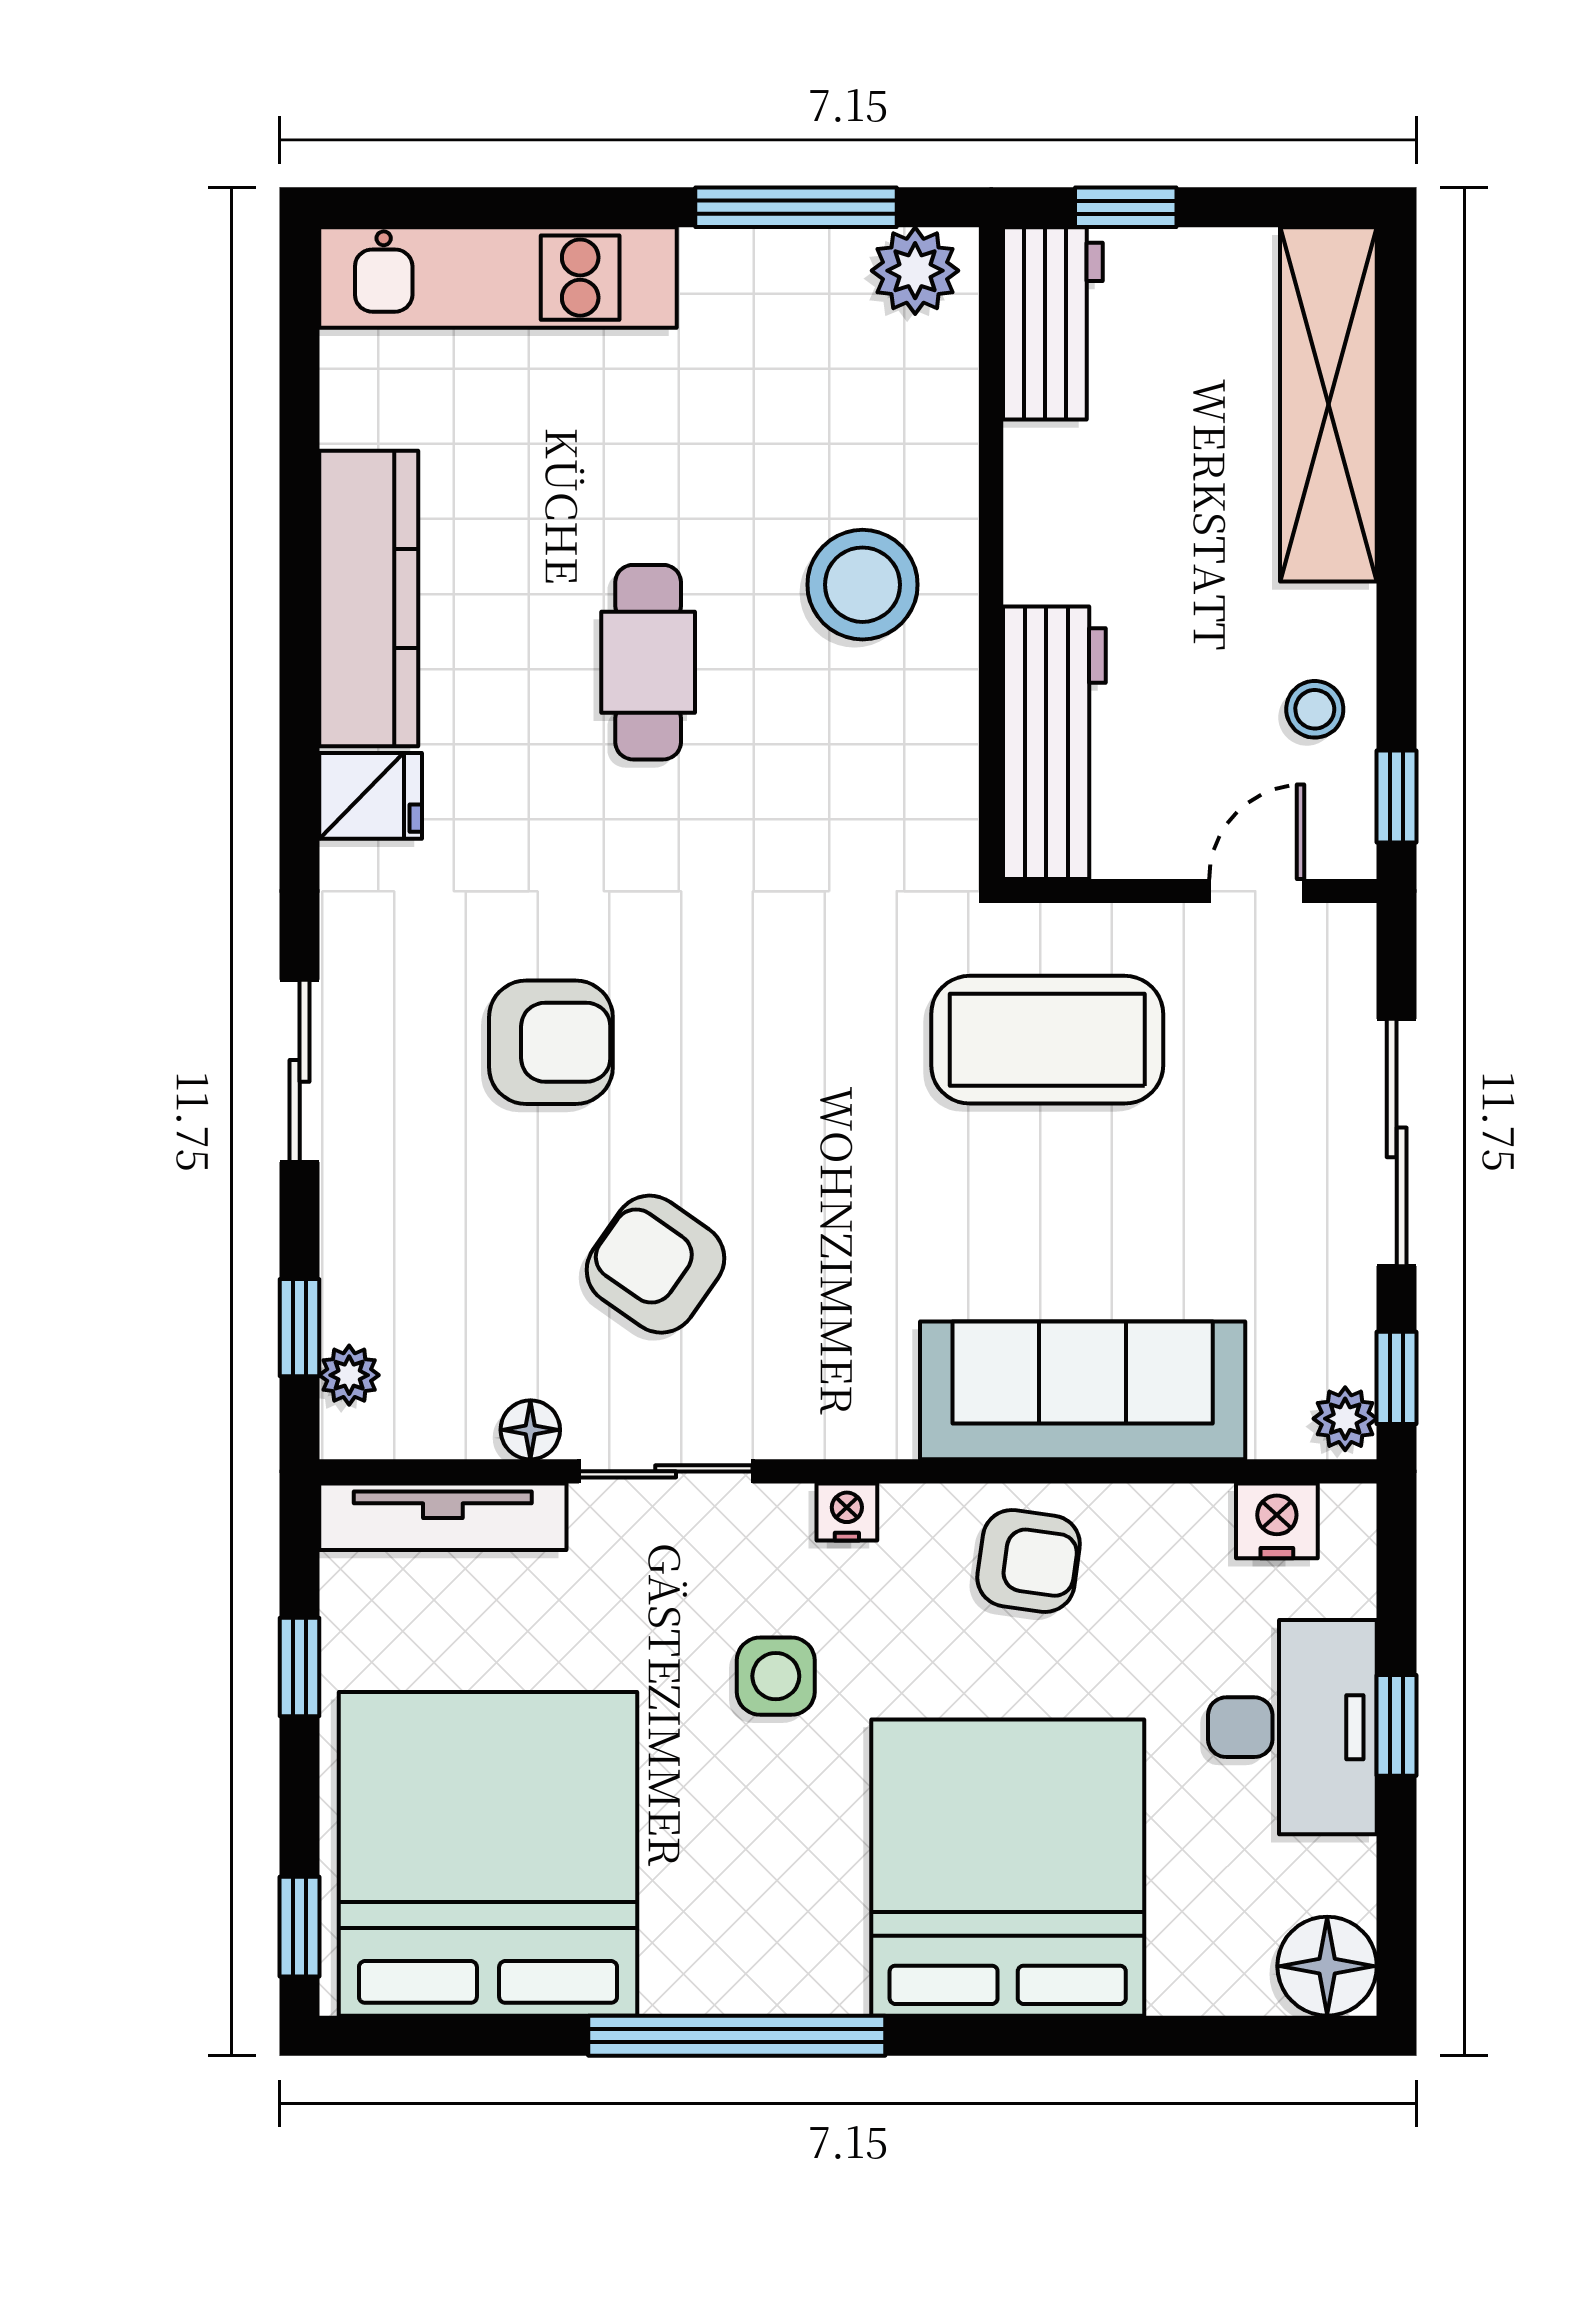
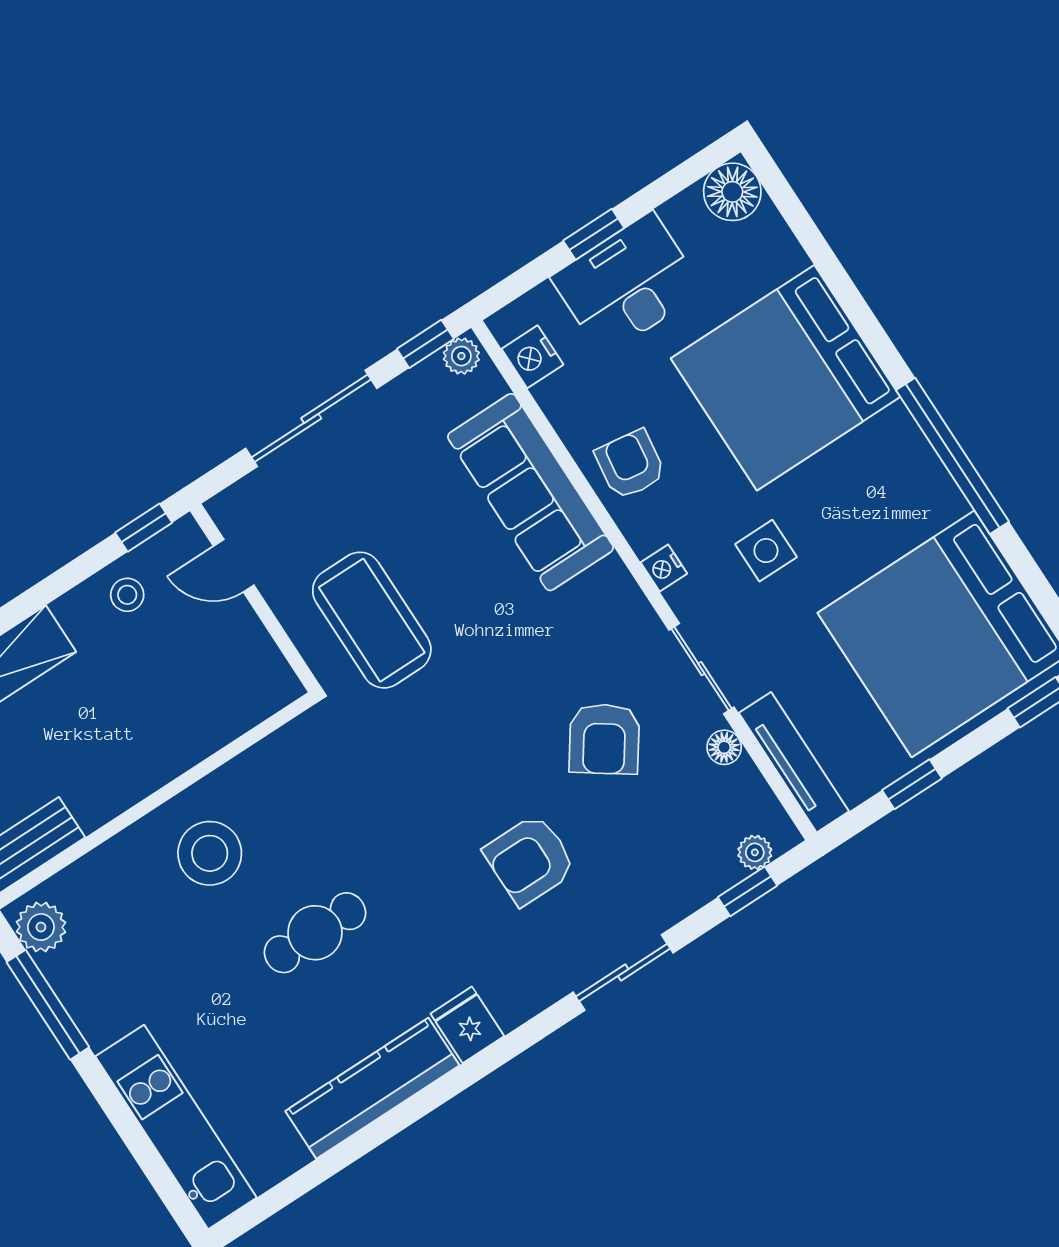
workbench: (1054, 743) -> (226, 710), removed
armchair: (551, 1042) -> (530, 860), turned -90

